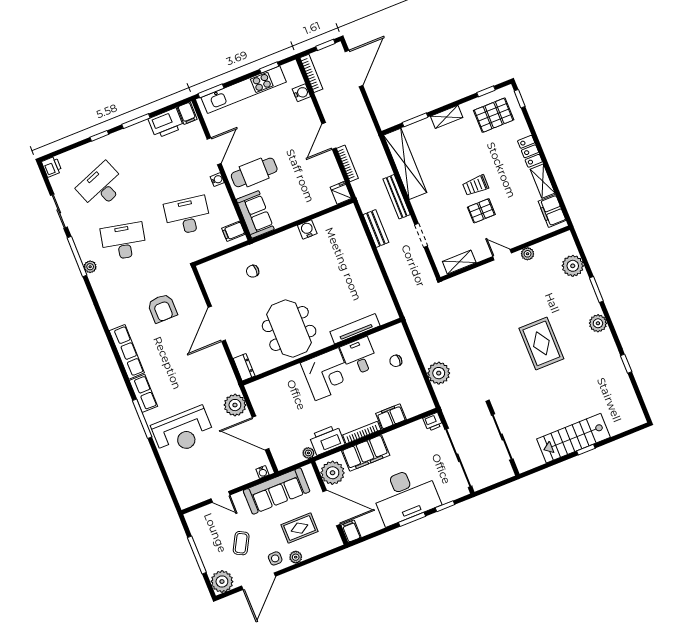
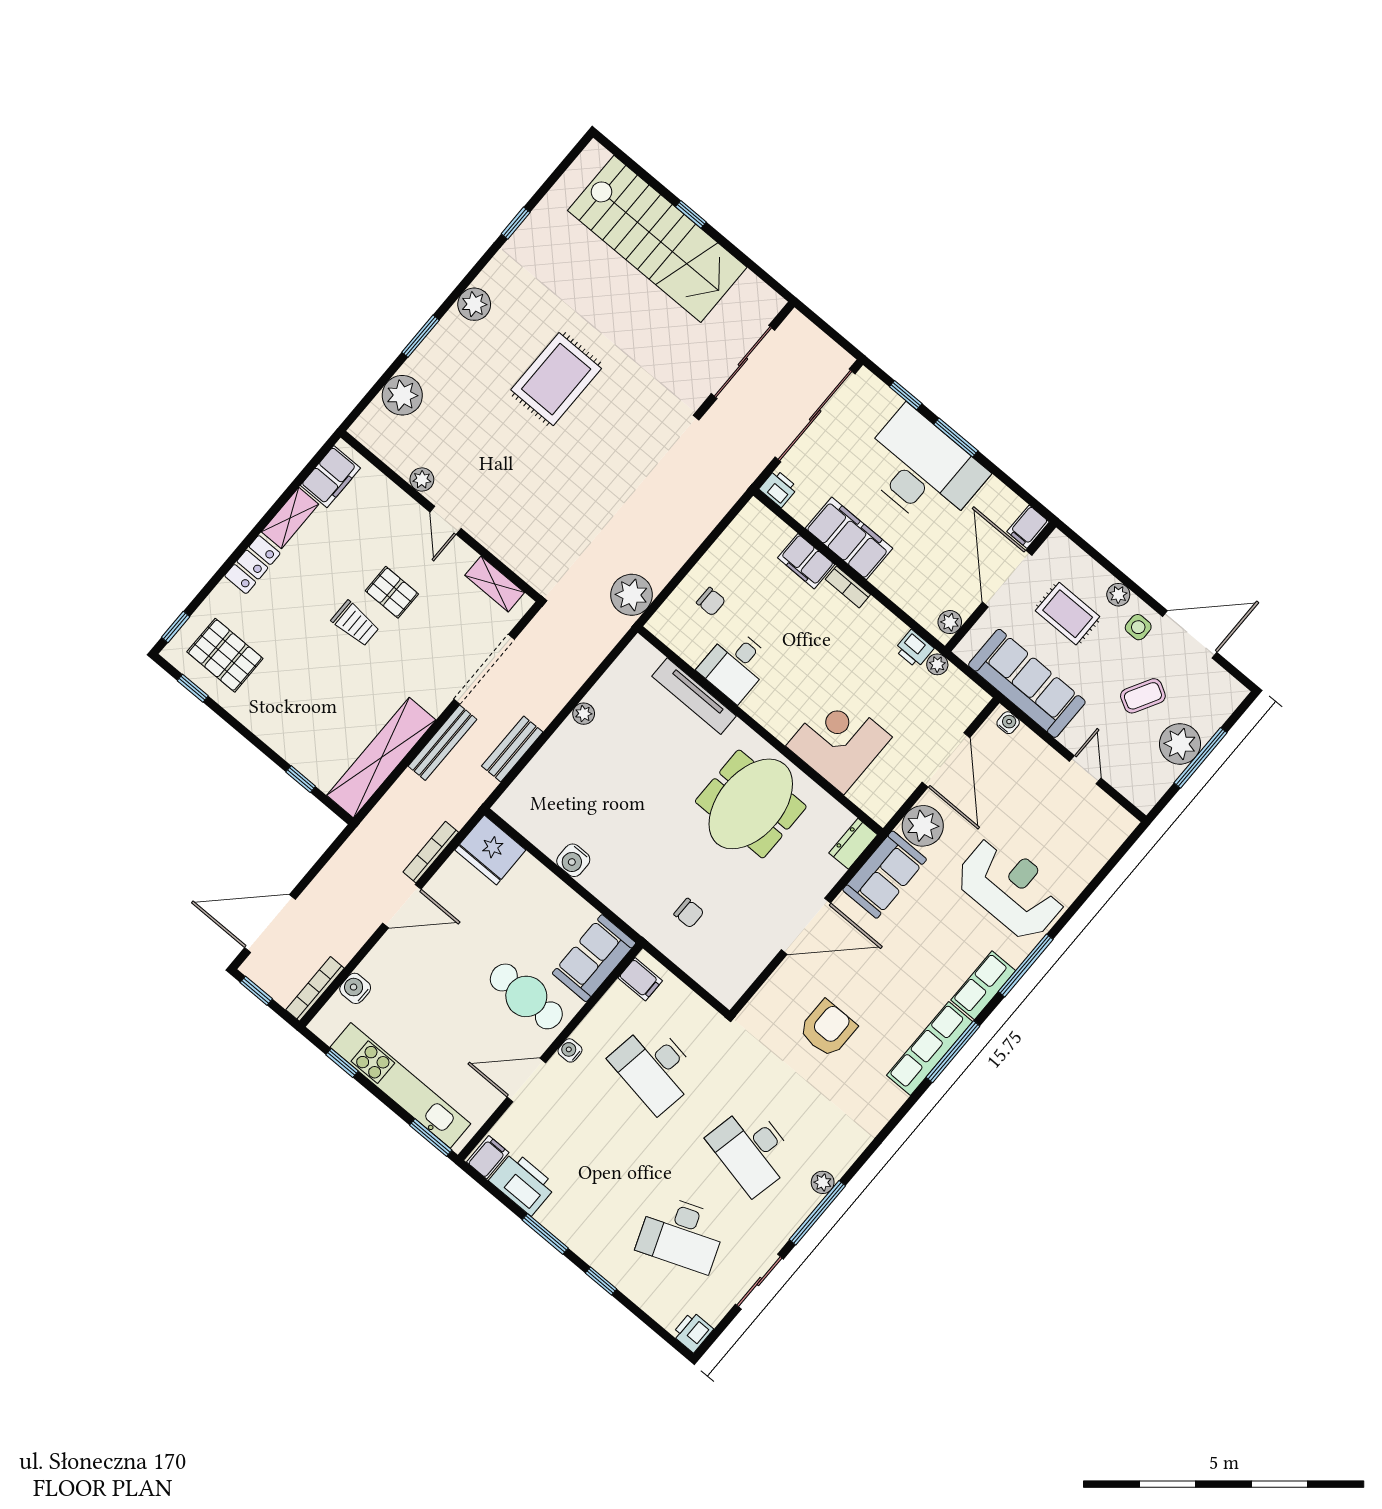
shelving: (447, 117) -> (269, 730), removed
window: (415, 120) -> (301, 779), width x0.67
fridge: (341, 193) -> (490, 850), width x1.88, depth x1.34
doorway: (421, 235) -> (484, 669), width x1.87
plant: (375, 272) -> (584, 714), added
window: (119, 362) -> (953, 1052), added
plant: (439, 373) -> (631, 595), moved
sofa: (221, 374) -> (885, 875), added
corner desk: (327, 374) -> (839, 741), moved
bookcase: (362, 432) -> (848, 587), width x0.64
stairs: (573, 438) -> (657, 239), width x1.36, depth x1.51
printer: (327, 440) -> (914, 649), width x0.53, depth x0.68
filing cabinet: (366, 453) -> (849, 538), moved
plant: (333, 473) -> (950, 622), width x0.53, depth x0.53
plant: (222, 582) -> (1180, 744), moved

